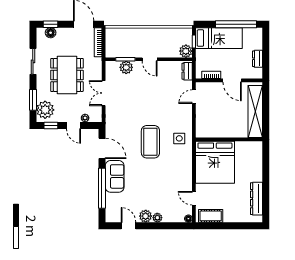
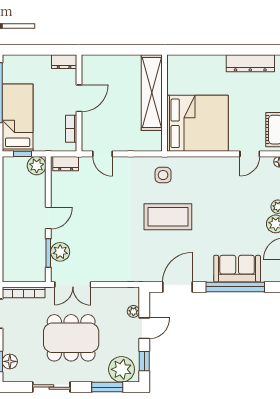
dresser: (257, 59) -> (64, 62), moved
double door: (104, 93) -> (73, 285), moved
shelving: (255, 112) -> (152, 93), moved, turned 90
sofa: (115, 176) -> (237, 269), moved

